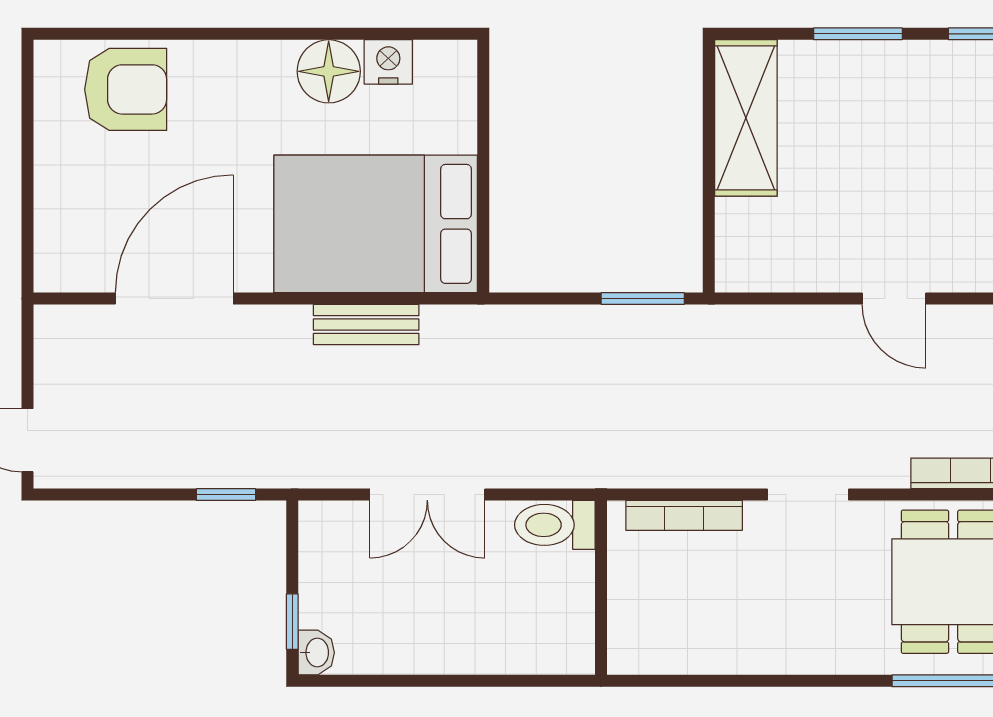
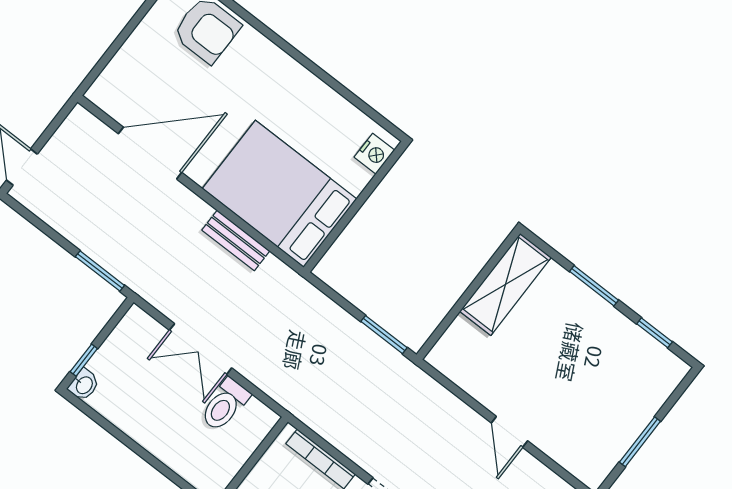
nightstand: (388, 62) -> (374, 154), moved, turned 90
floor lamp: (329, 71) -> (315, 99), removed
window: (226, 495) -> (100, 271), width x1.50
toilet: (555, 525) -> (225, 405), moved, turned -90

